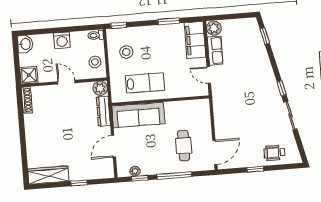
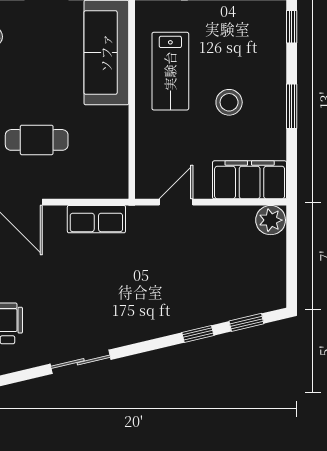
window: (169, 21) -> (292, 106), moved
row of seats: (215, 51) -> (96, 219), moved
stool: (126, 52) -> (229, 102), moved
window: (282, 88) -> (198, 334), moved

